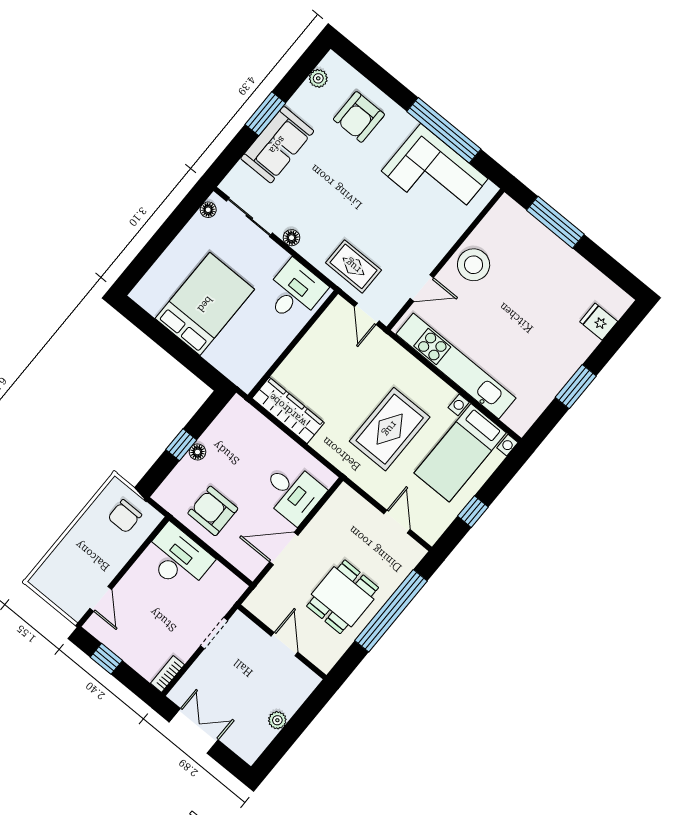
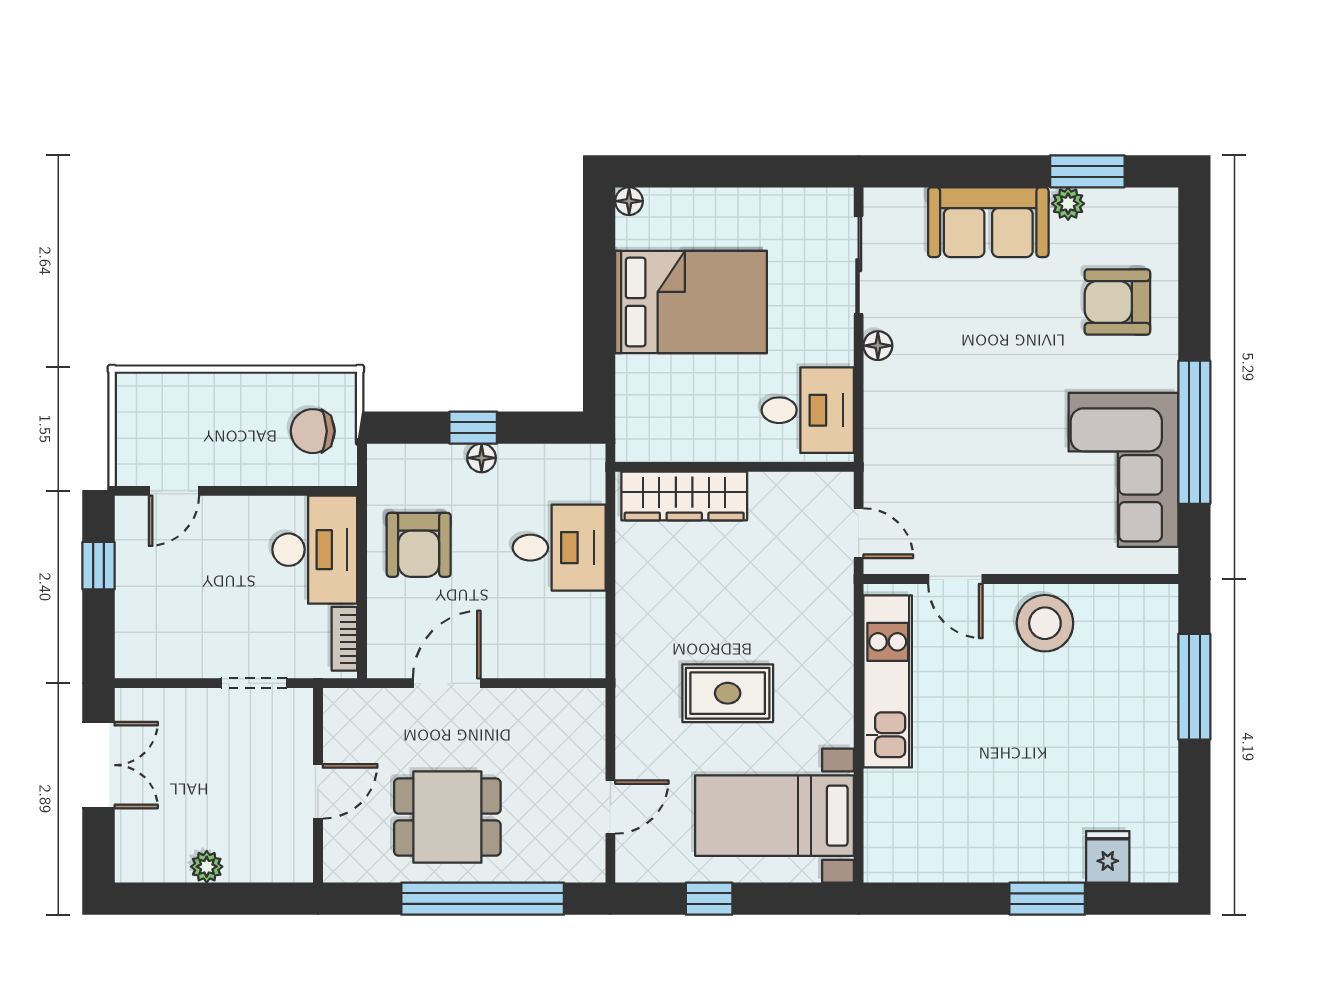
plant: (318, 78) -> (1068, 204), moved
window: (265, 114) -> (1087, 171), moved
floor lamp: (208, 210) -> (629, 201), moved
rug: (353, 266) -> (908, 462), removed
door: (367, 314) -> (859, 533), swing flipped
kitchen unit: (456, 366) -> (888, 681), width x0.73
window: (576, 387) -> (1047, 899), moved
wardrobe: (288, 410) -> (684, 496), moved, turned 90
rug: (390, 429) -> (728, 693), width x0.73, depth x0.70
desk: (292, 492) -> (559, 548), moved, turned -90
armchair: (213, 511) -> (419, 545), turned 180
door: (284, 549) -> (447, 683), hinge flipped
bookcase: (167, 674) -> (344, 639), moved, turned -90

